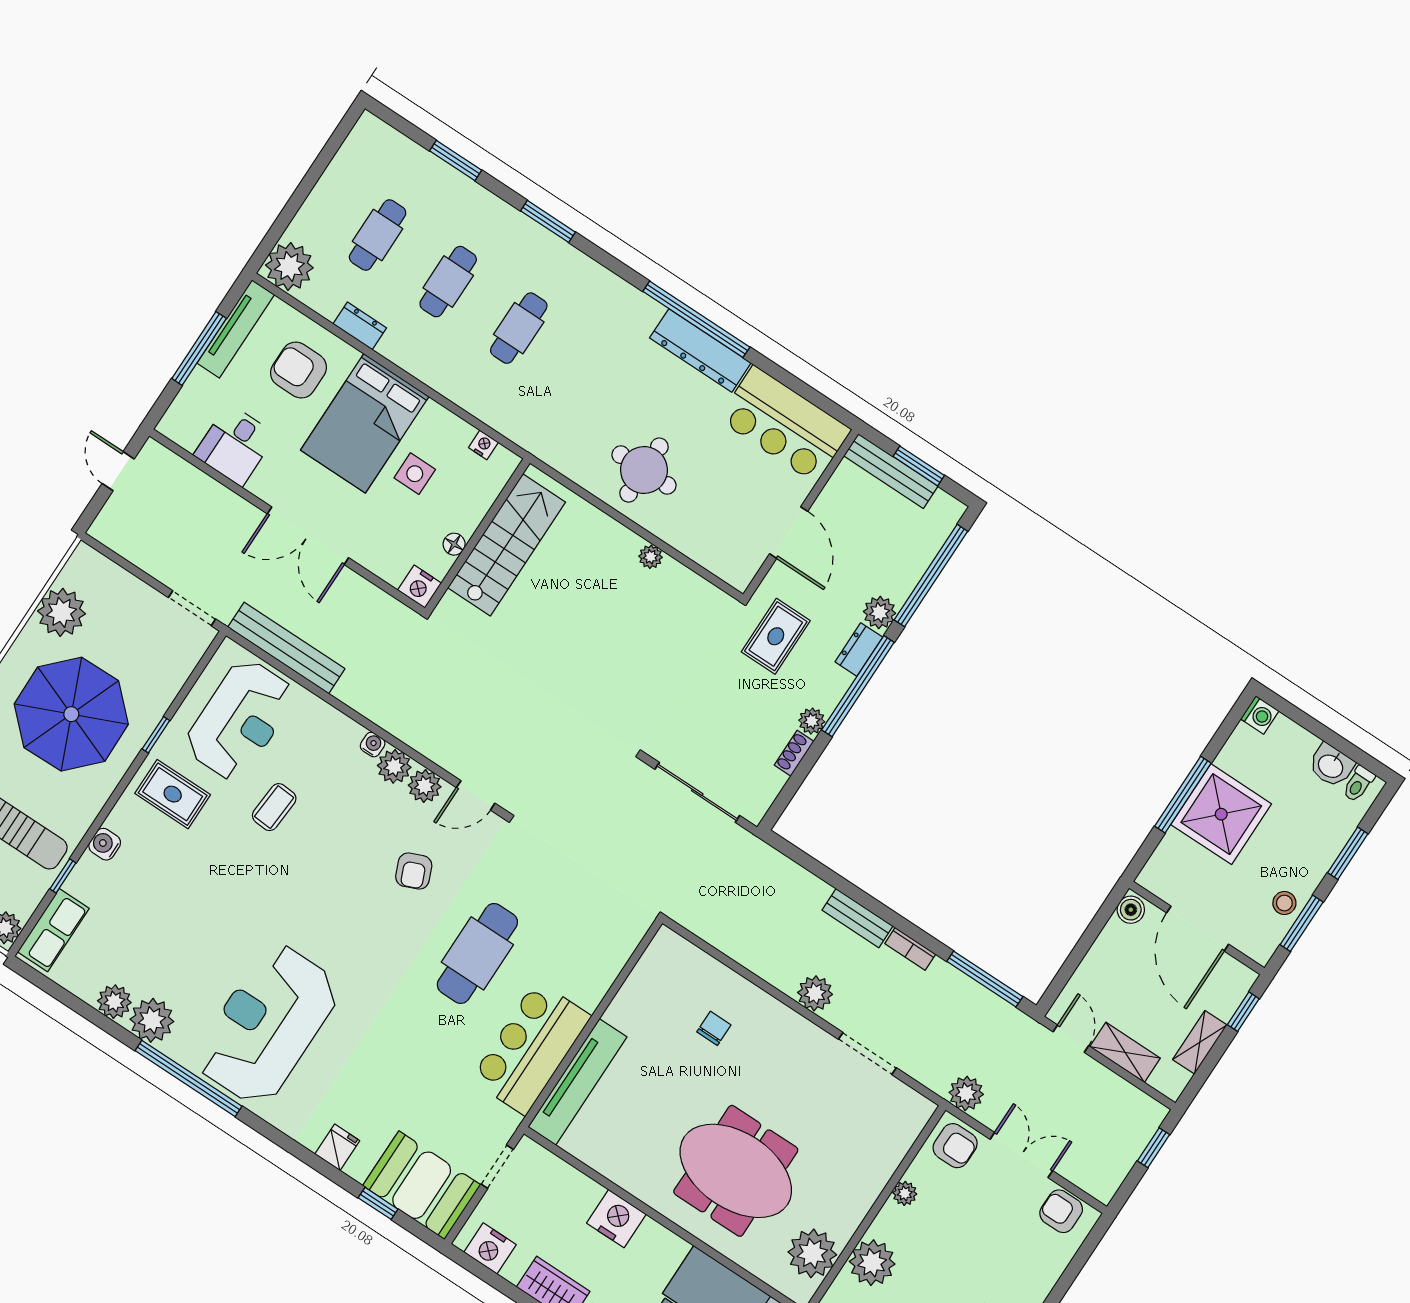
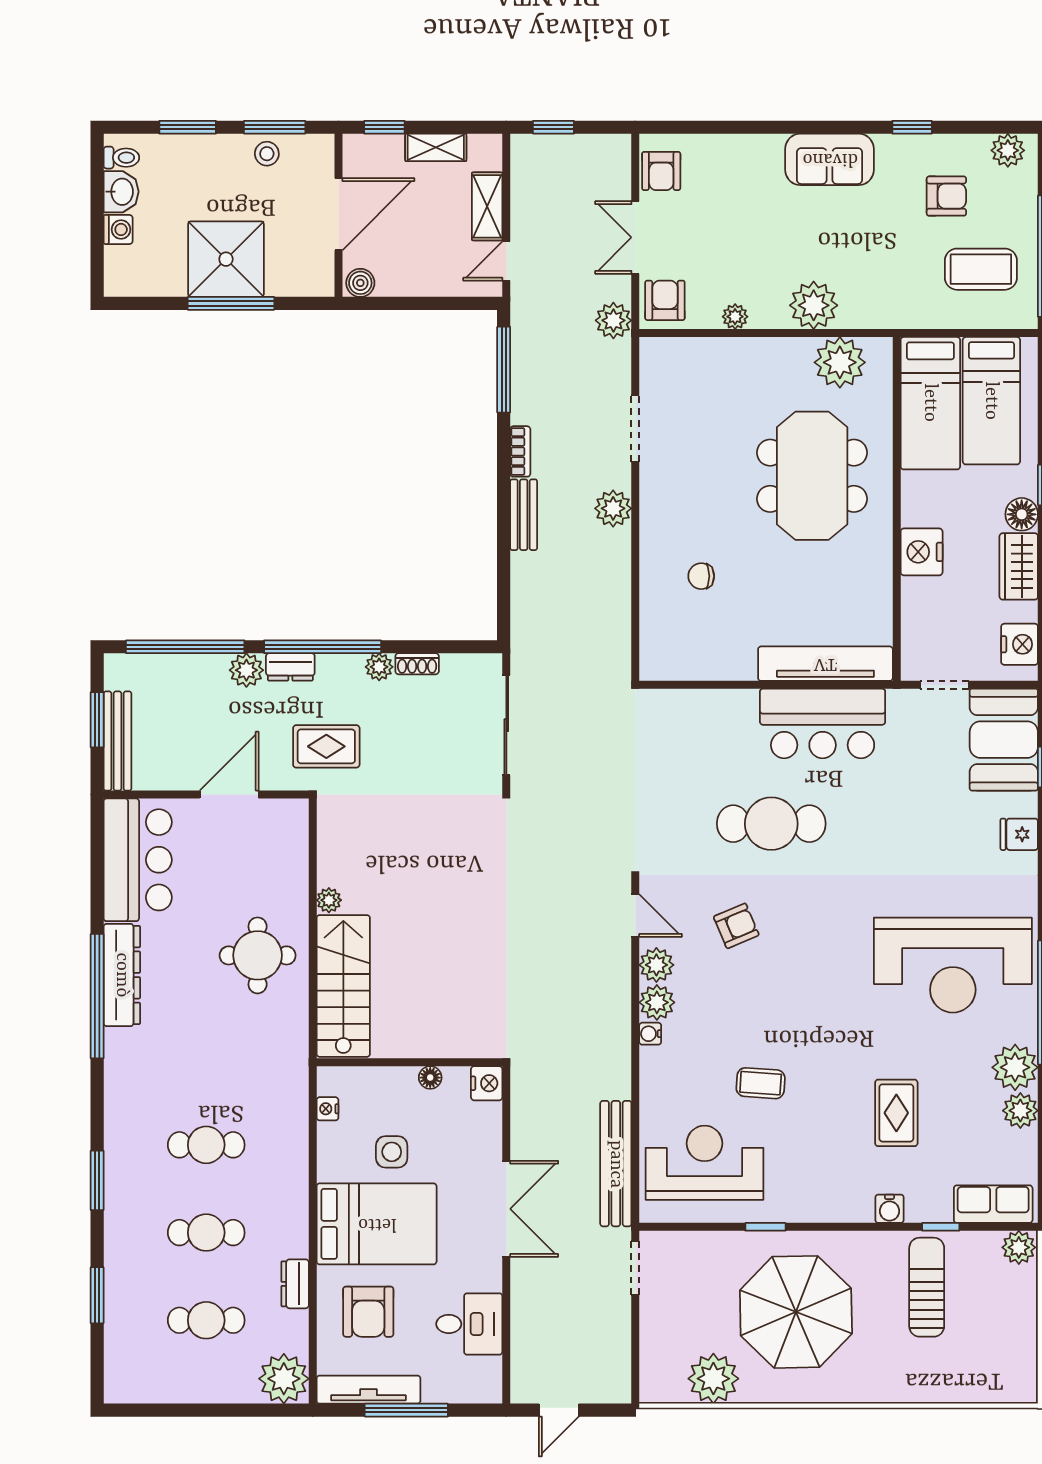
stairs: (507, 545) -> (343, 986), moved, turned 90
washing machine: (1260, 715) -> (118, 229), moved, turned 90
rug: (173, 794) -> (896, 1113), moved

